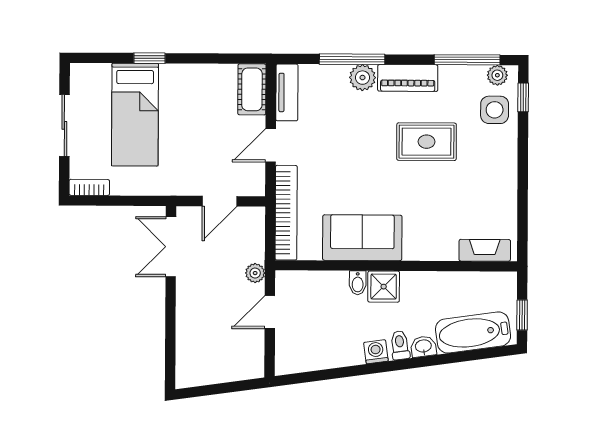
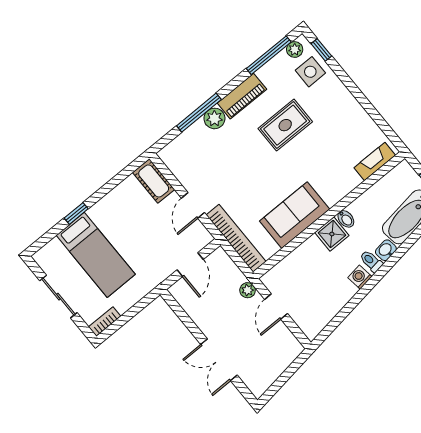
tv unit: (287, 92) -> (176, 165), removed
double door: (171, 247) -> (219, 360), moved
bidet: (358, 283) -> (346, 219), moved

